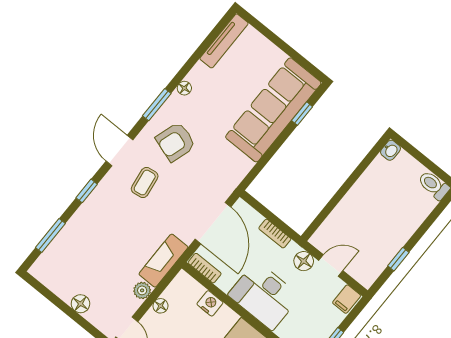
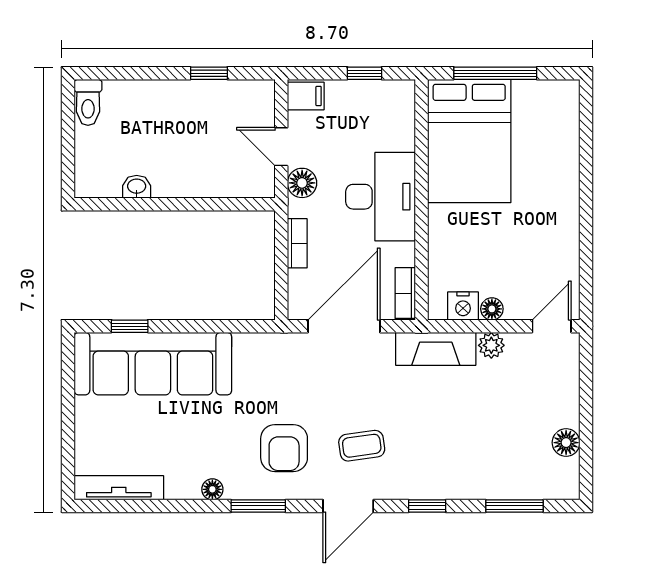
armchair: (176, 142) -> (284, 448), turned 72
washbasin: (391, 150) -> (137, 187), moved
nightstand: (210, 303) -> (463, 306), moved, turned -90
floor lamp: (80, 304) -> (566, 443), moved

